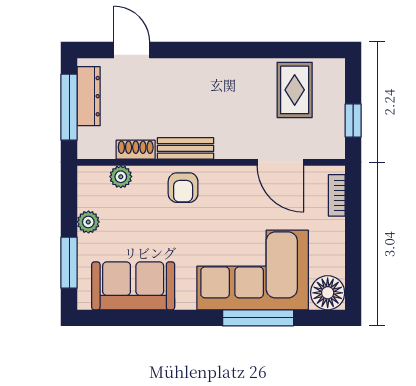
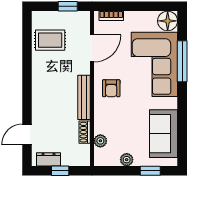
dresser: (89, 96) -> (49, 159), width x0.70
window: (69, 107) -> (60, 171), width x0.46
bench: (186, 148) -> (84, 97), width x1.36
armchair: (183, 188) -> (111, 88), moved, turned 90
window: (69, 263) -> (150, 171), width x0.67

